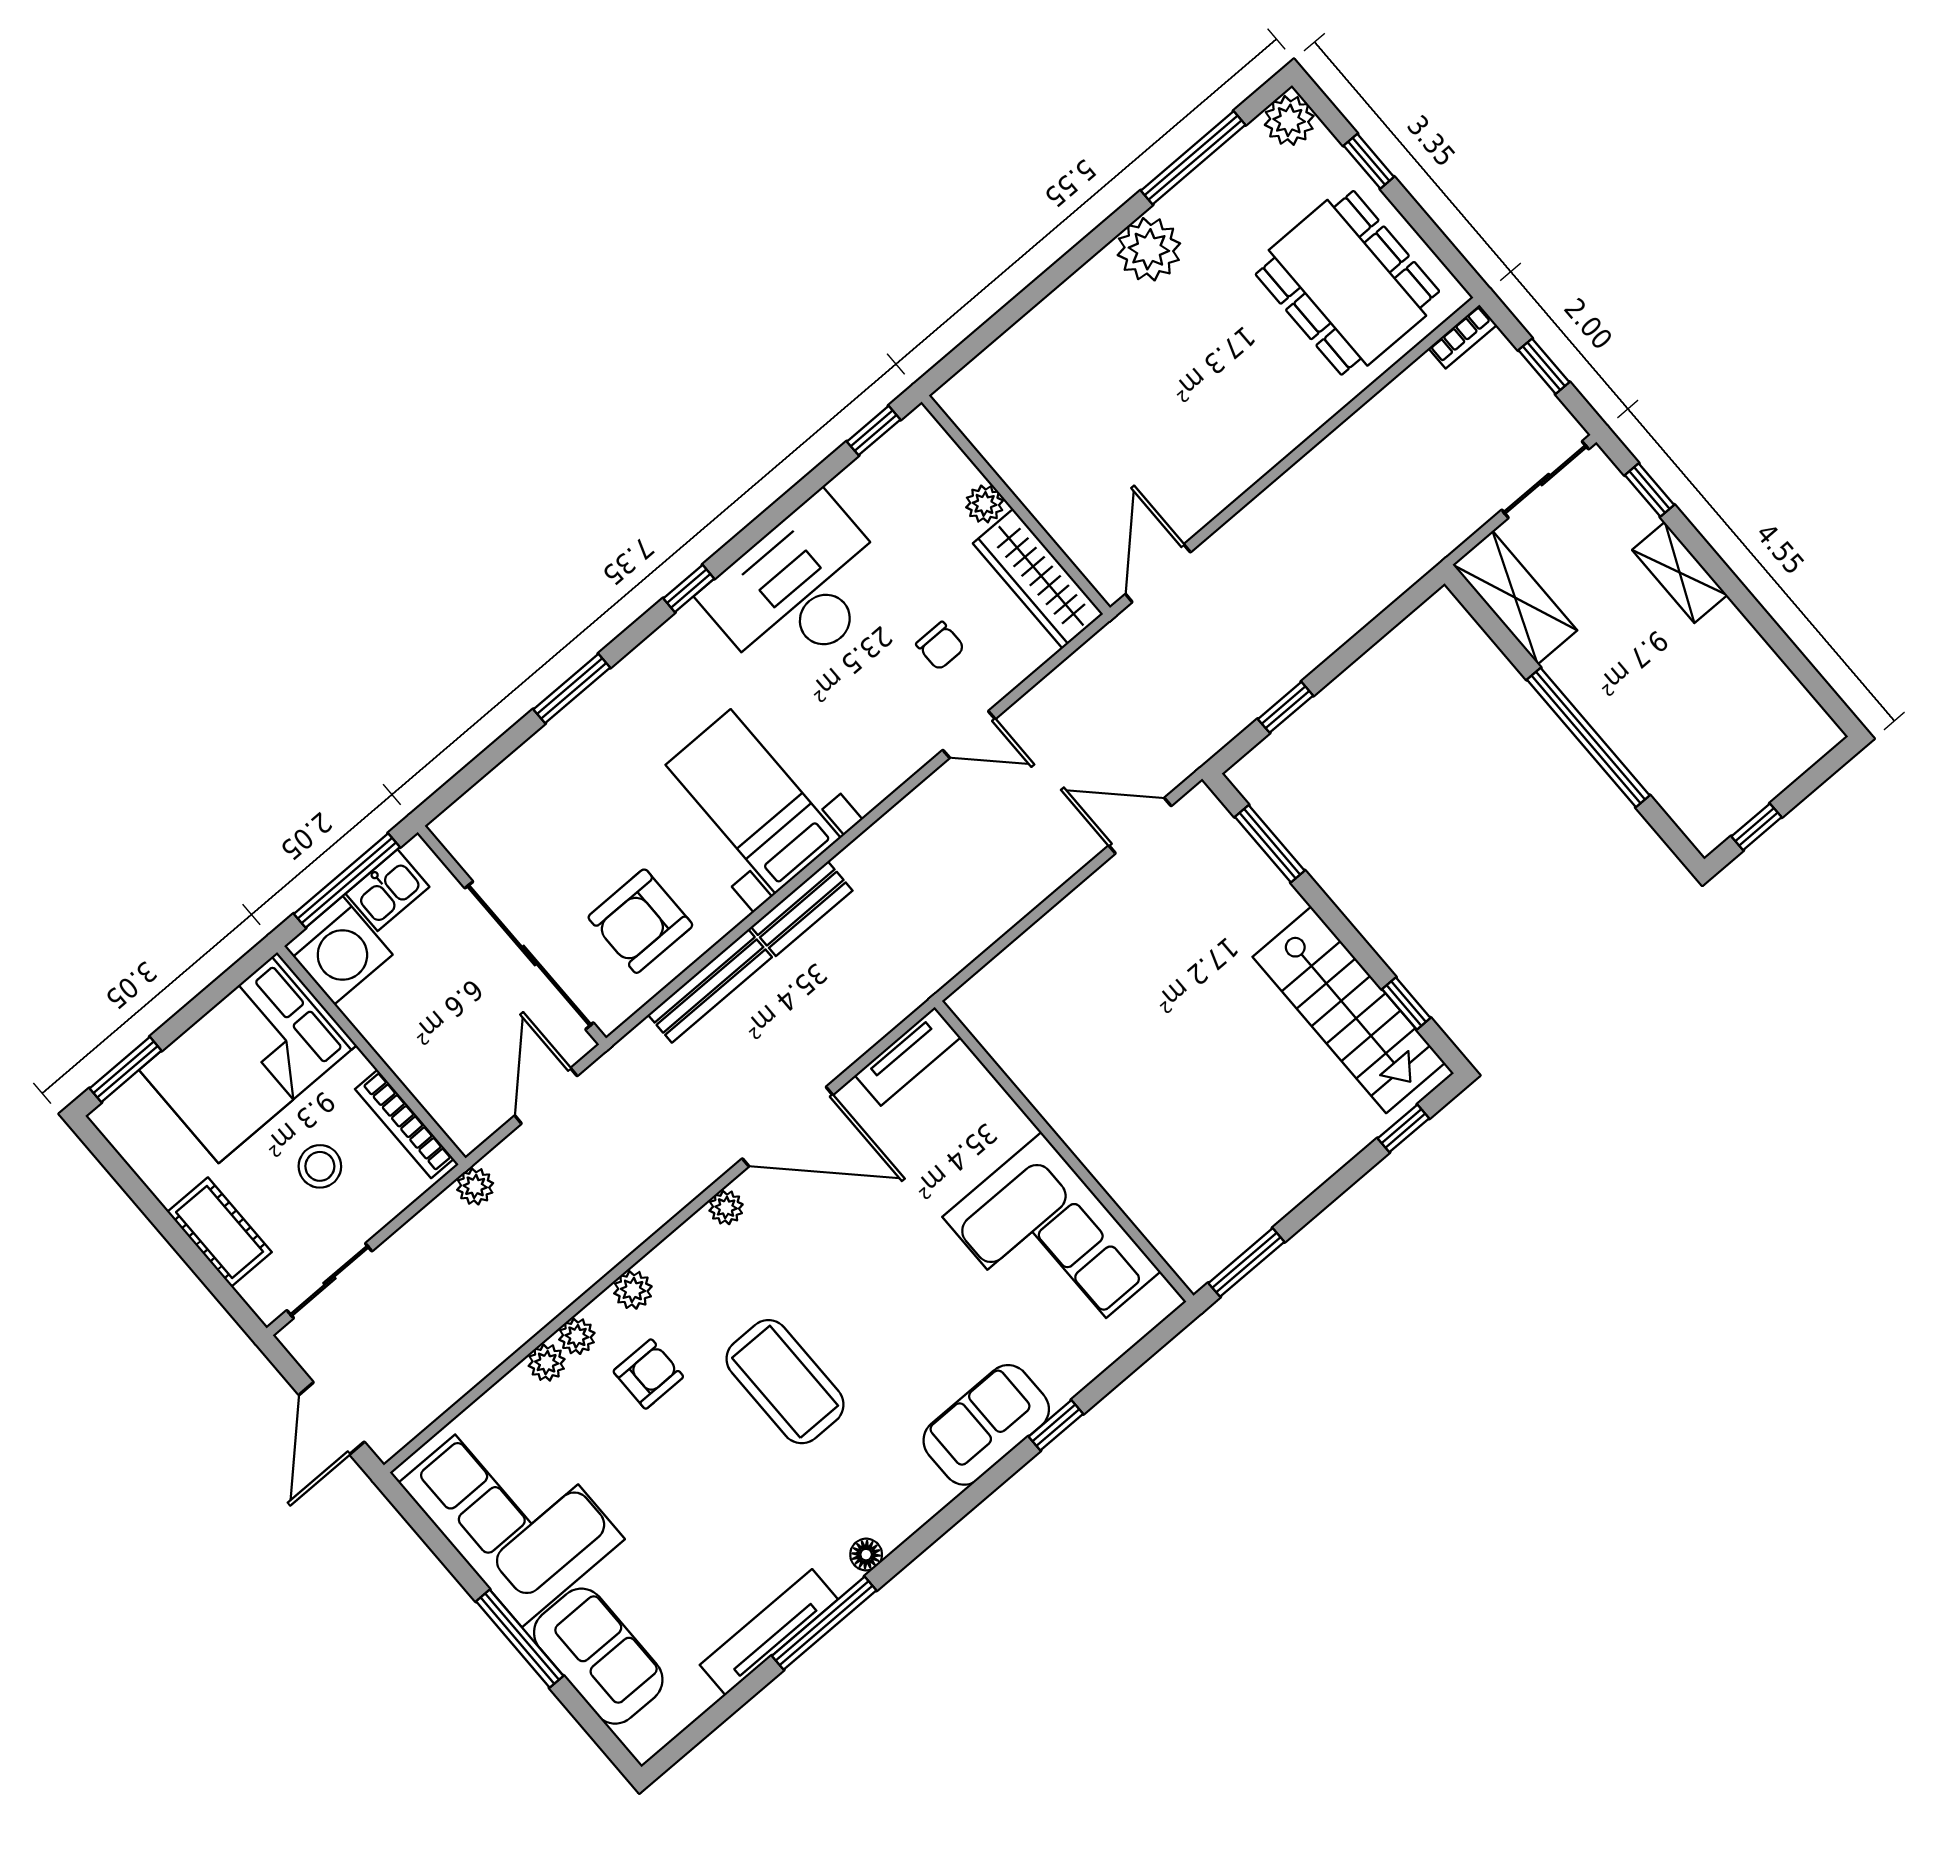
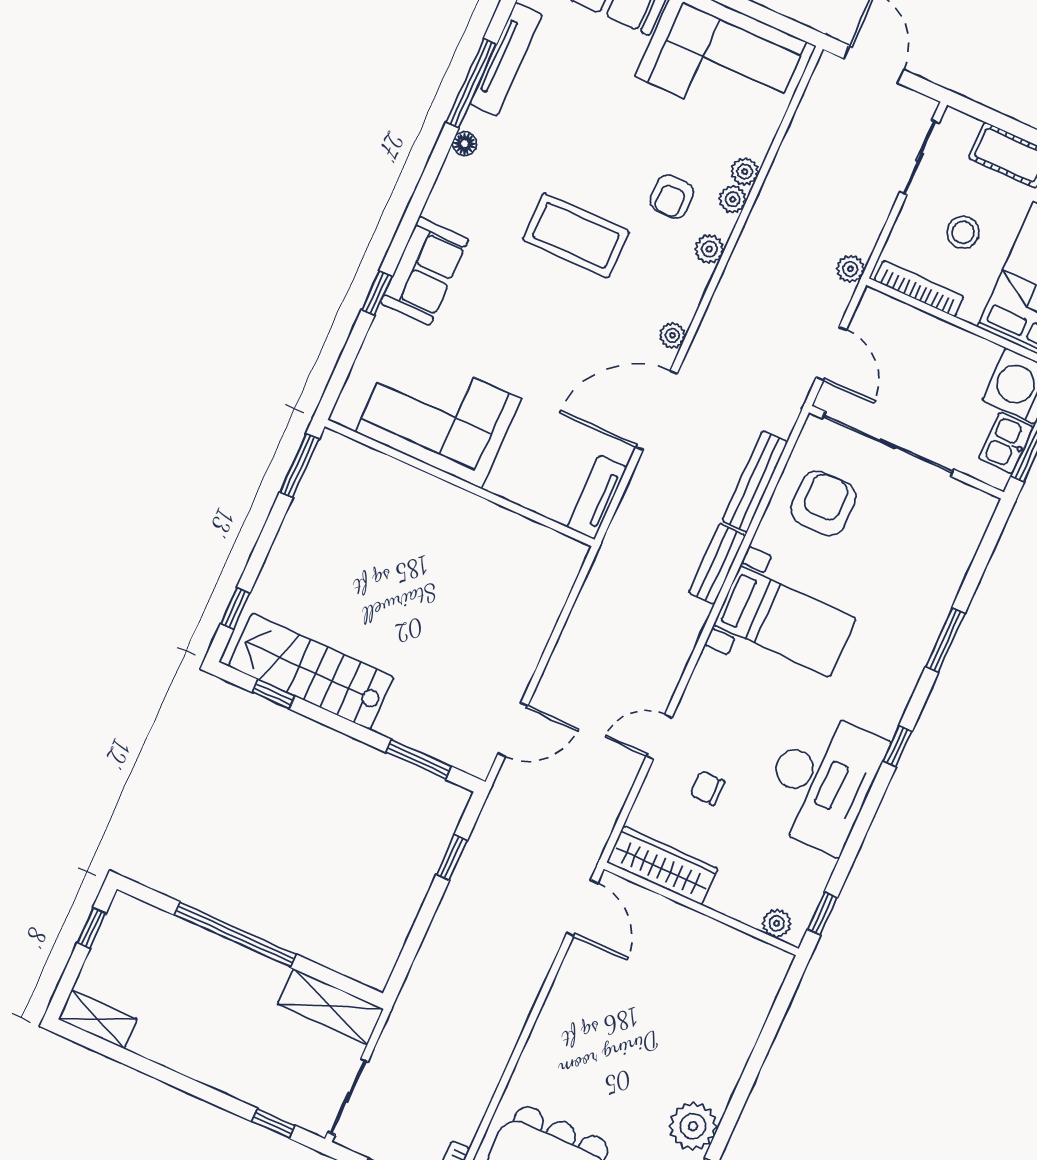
plant: (985, 504) -> (777, 923), moved
shelving: (1680, 572) -> (98, 1019), moved

